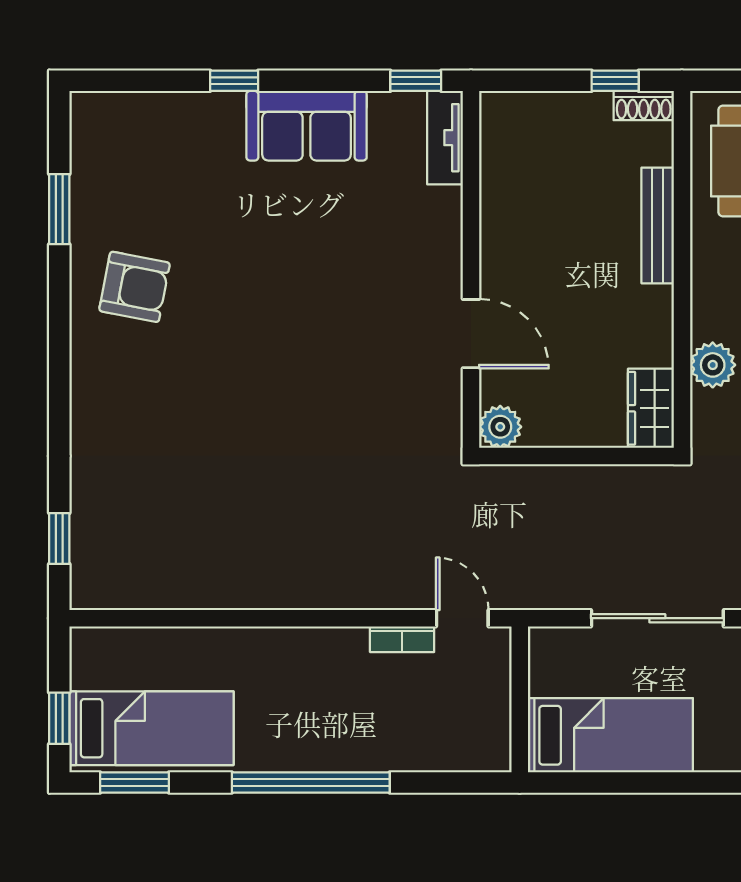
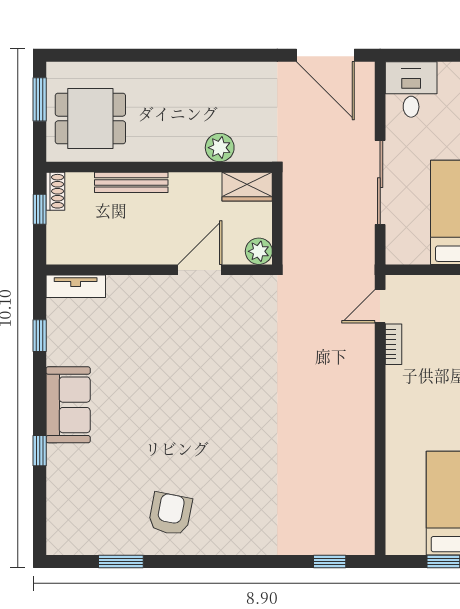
tv unit: (445, 138) -> (76, 286), moved
wall: (471, 269) -> (159, 270), moved
door: (471, 334) -> (200, 270), moved
plant: (500, 427) -> (259, 251), moved

